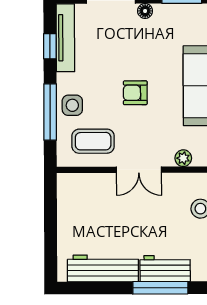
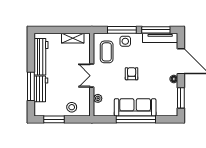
window: (50, 46) -> (156, 30), width x2.17
shelving: (66, 207) -> (73, 38), added

